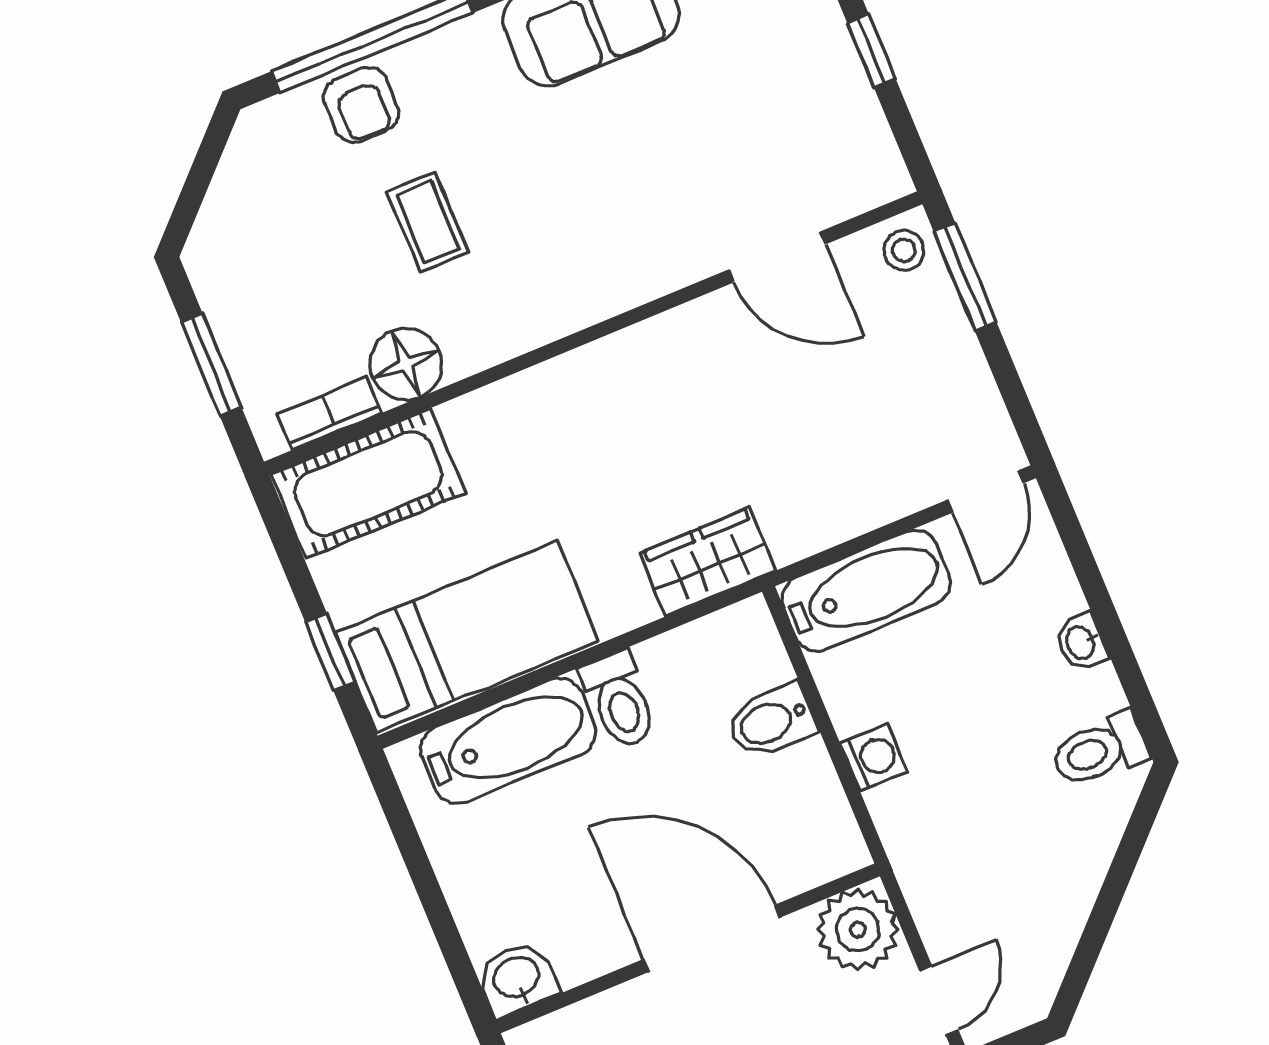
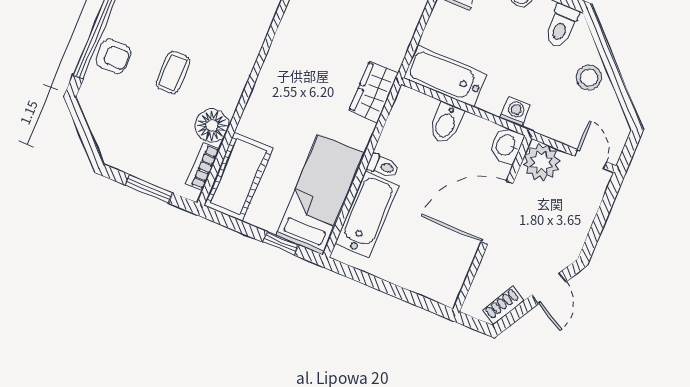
coffee table: (428, 222) -> (173, 73), turned 90
bathtub: (866, 591) -> (445, 76), moved, turned -90
toilet: (619, 700) -> (383, 166), width x0.73, depth x0.72
washing machine: (874, 758) -> (515, 112), moved
stool: (1062, 872) -> (589, 77), added
washbasin: (517, 979) -> (506, 145), moved

